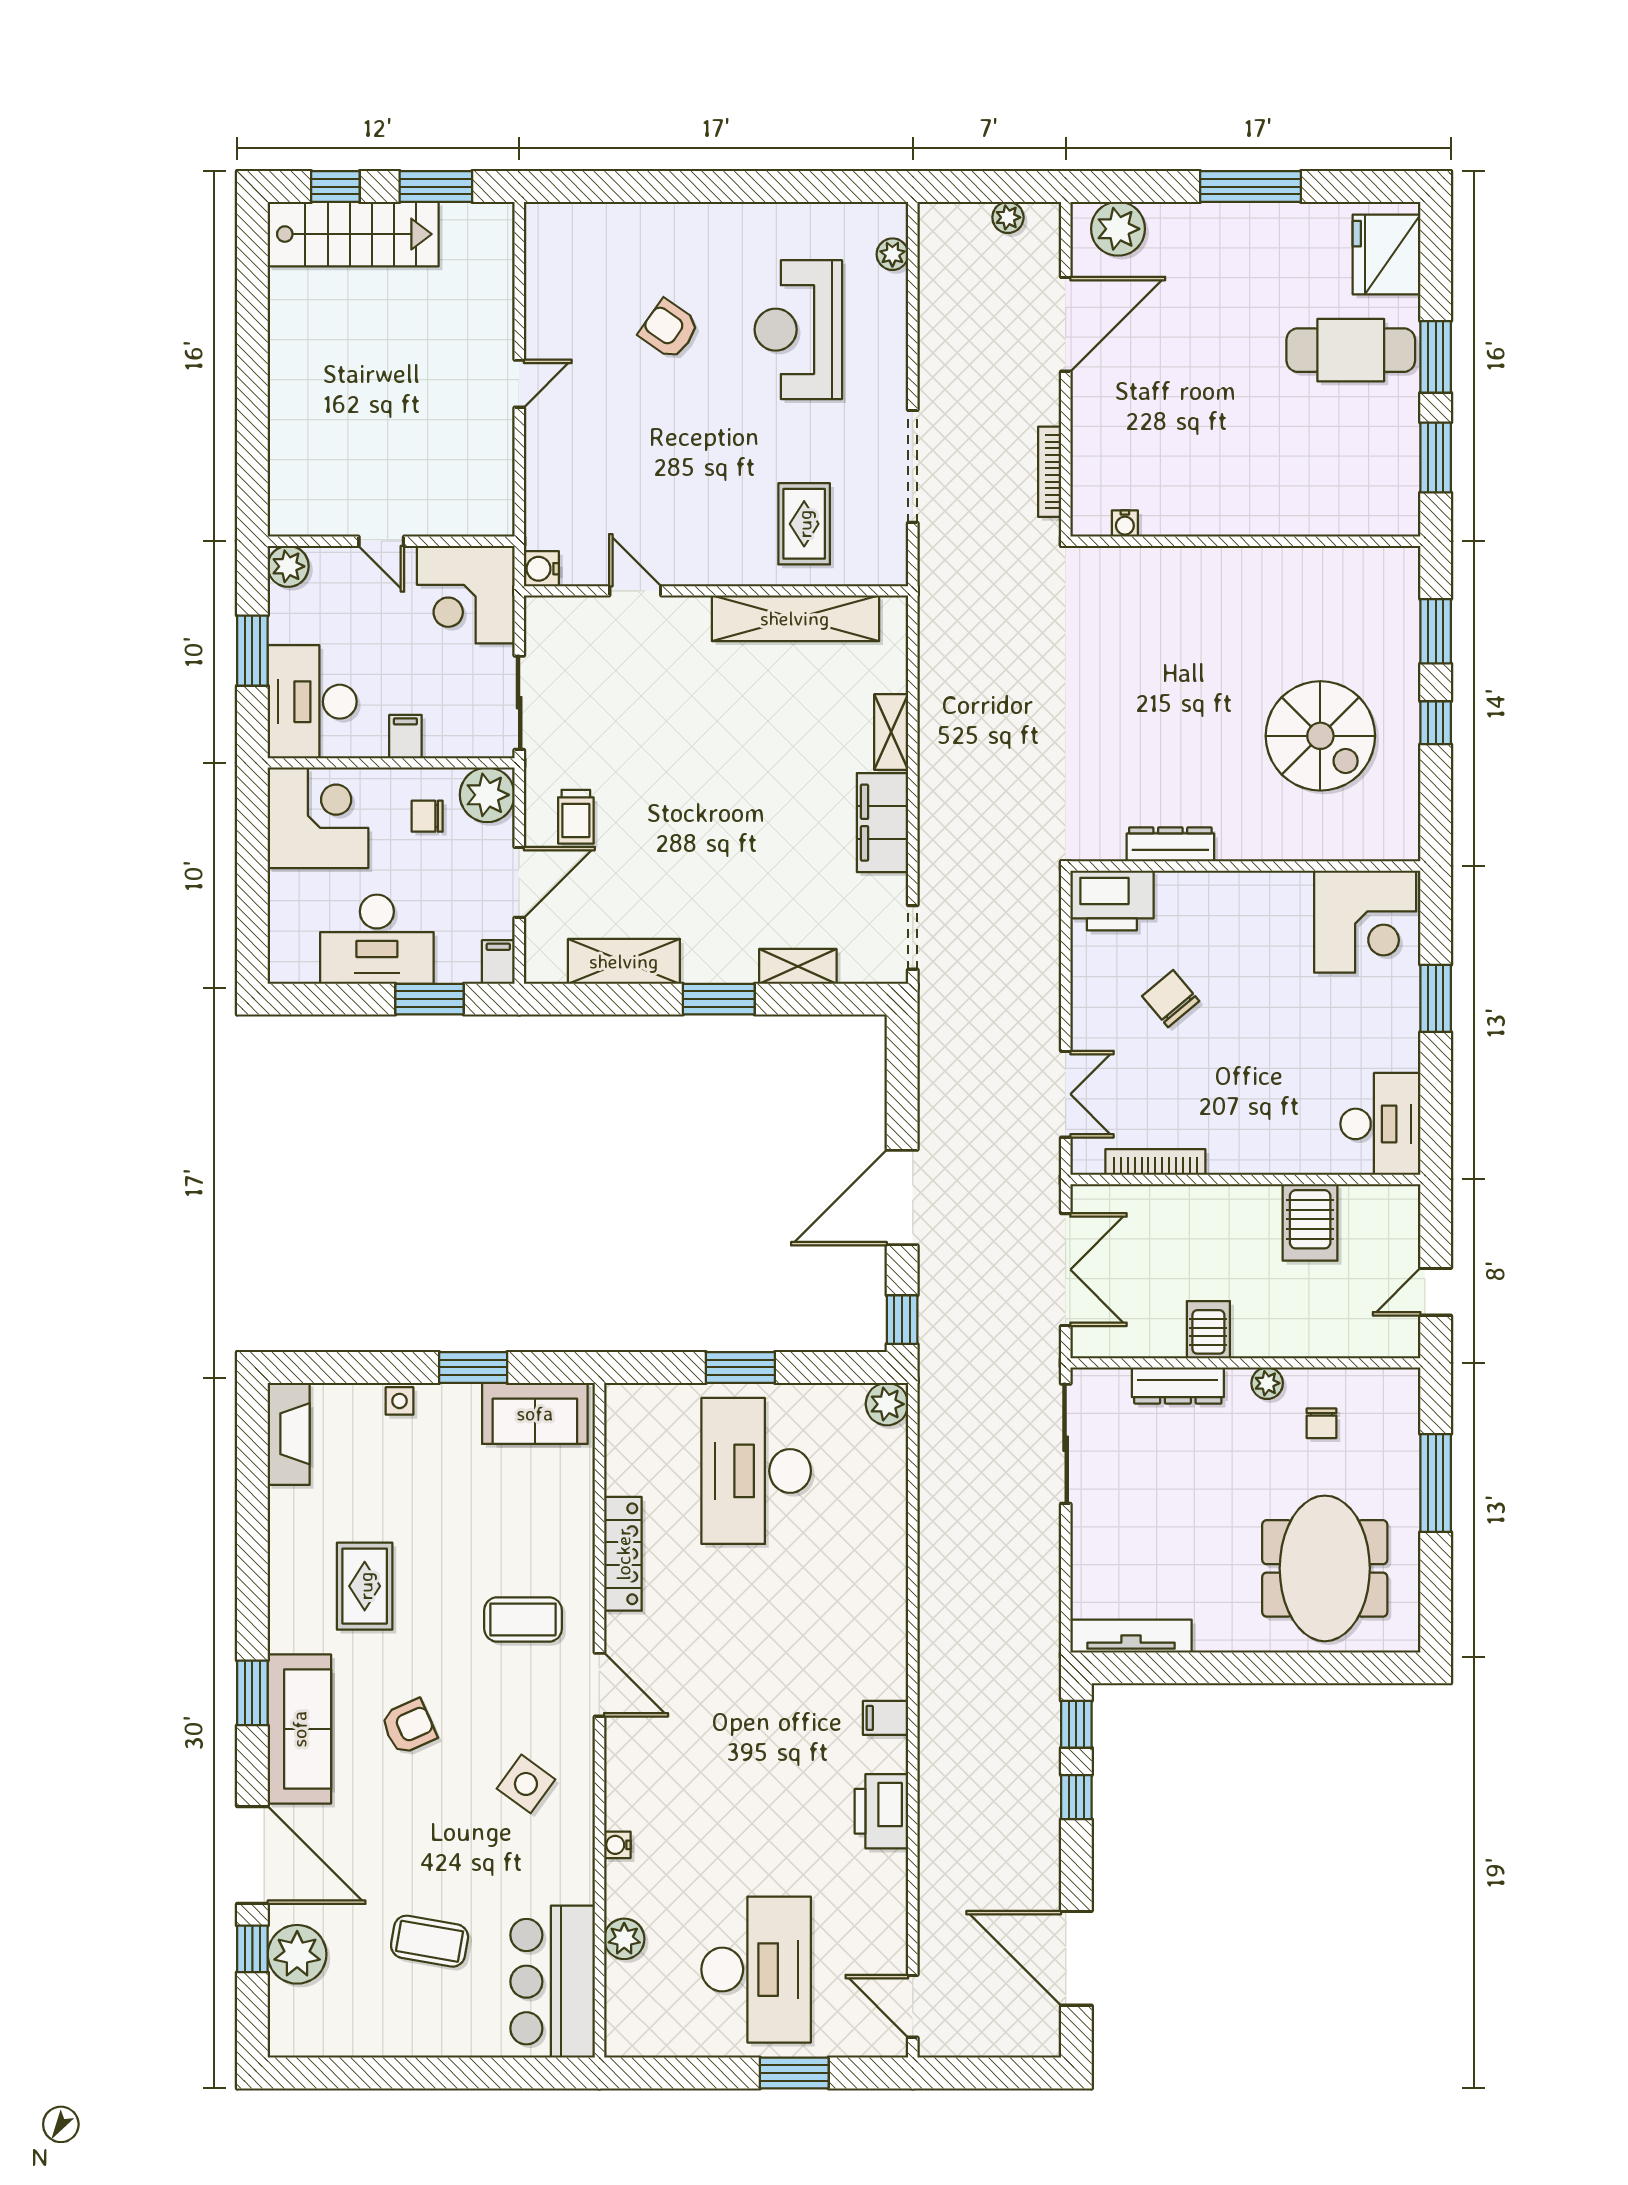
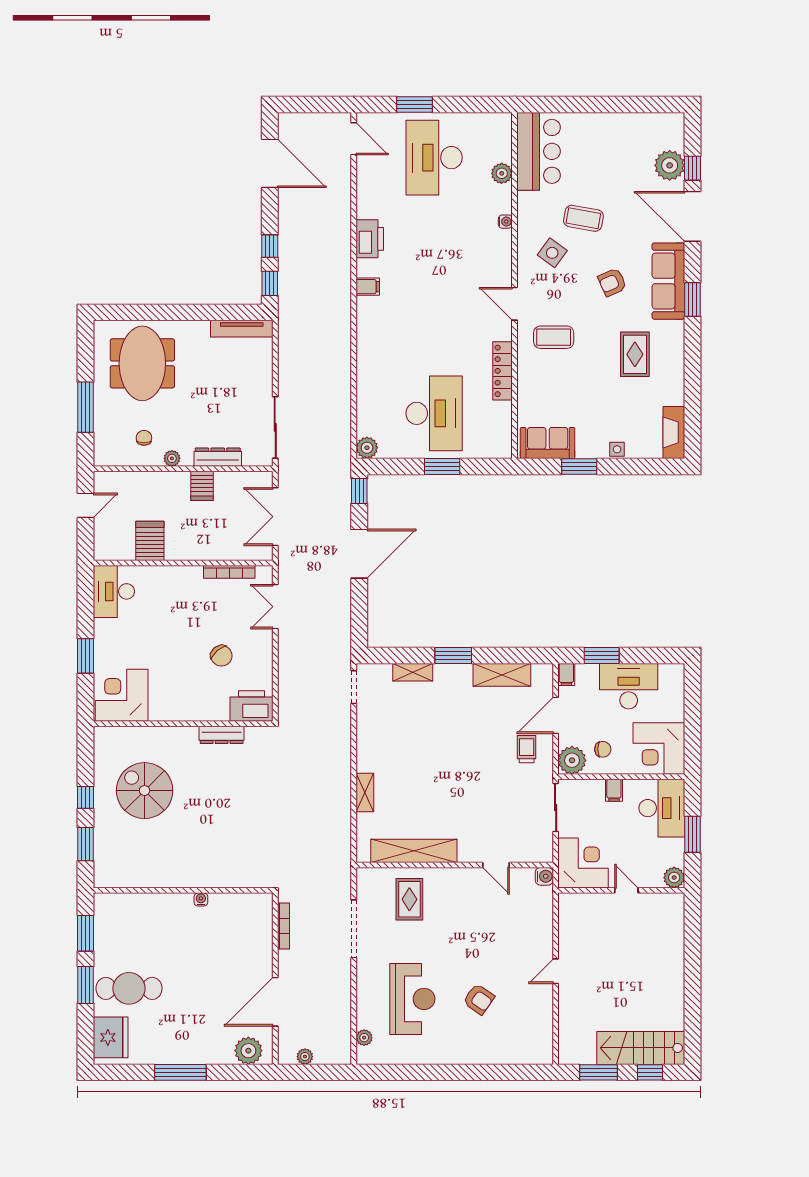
water cooler: (1125, 524) -> (201, 899), moved
filing cabinet: (883, 823) -> (369, 746), removed
coffee table: (430, 1941) -> (583, 218), moved

